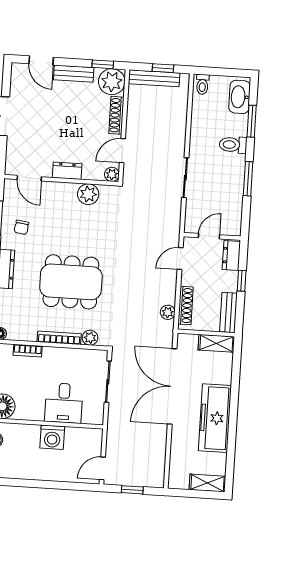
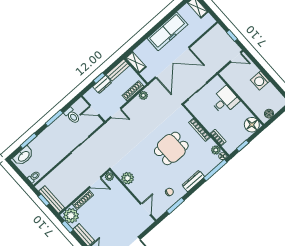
toilet: (233, 145) -> (72, 116), moved
dresser: (67, 171) -> (127, 197), removed
dresser: (231, 255) -> (102, 85), moved
dining table: (71, 282) -> (171, 148), width x0.73
plant: (90, 338) -> (216, 150), moved
washing machine: (52, 437) -> (260, 81), moved, turned 180

